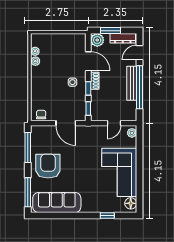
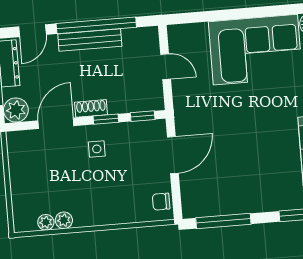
door: (139, 53) -> (32, 31), hinge flipped
plant: (132, 133) -> (181, 32), removed
armchair: (48, 166) -> (255, 181), removed

